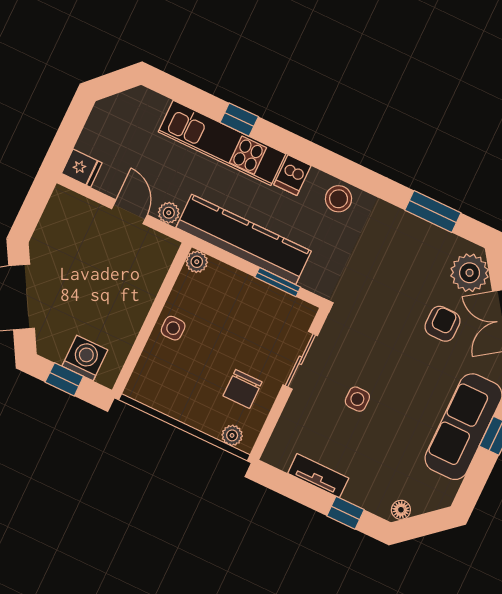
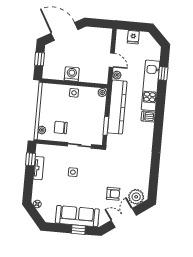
window: (239, 120) -> (163, 73), moved
fridge: (82, 168) -> (133, 37), moved
stool: (339, 199) -> (146, 137), removed
window: (433, 211) -> (154, 174), removed
door: (129, 212) -> (112, 60), hinge flipped
washing machine: (85, 358) -> (72, 74), moved, turned -90
window: (345, 513) -> (31, 159), moved

